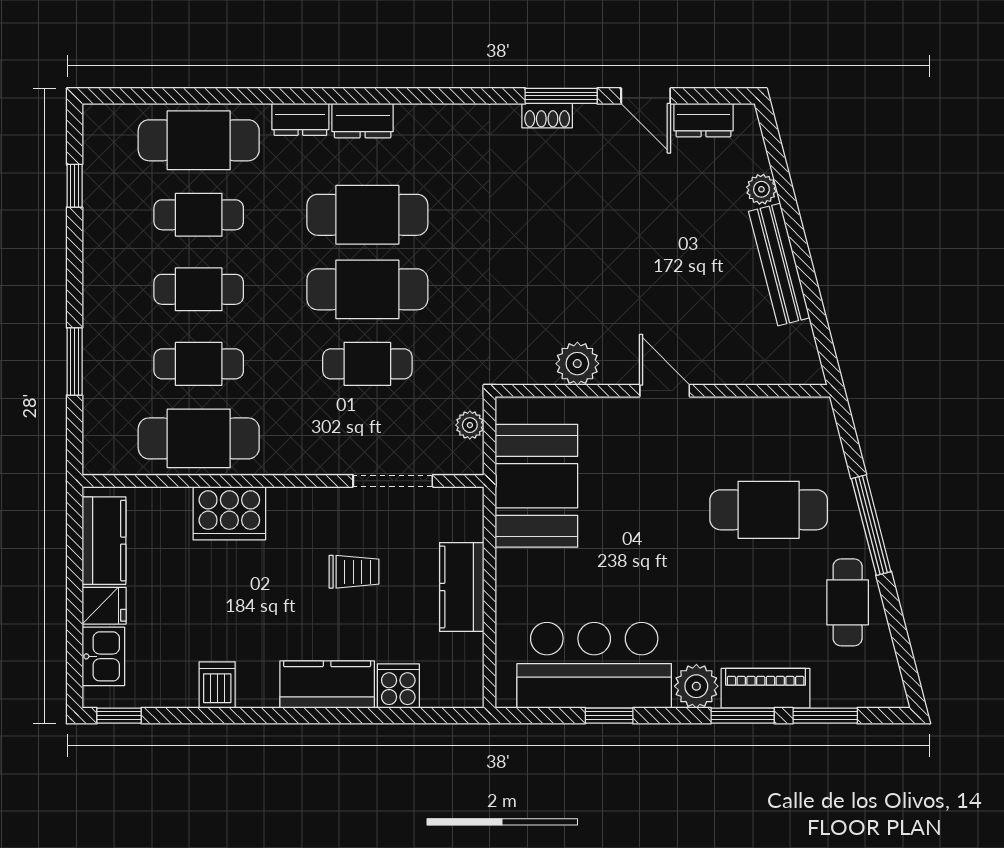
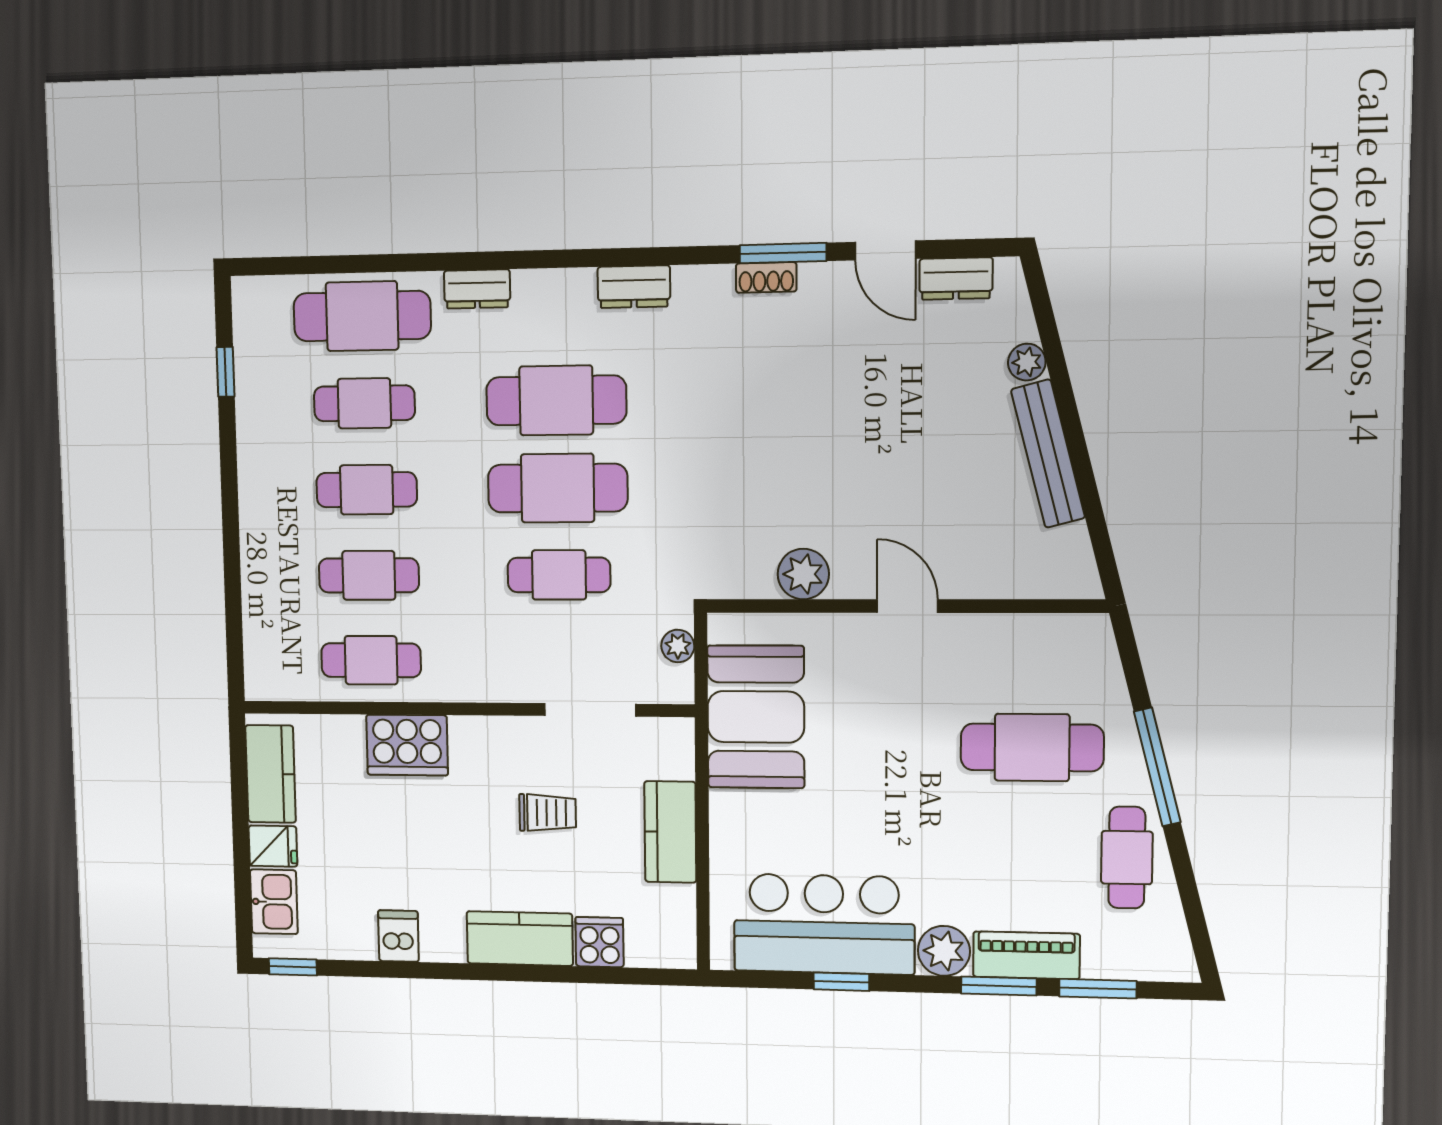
dresser: (363, 121) -> (634, 287), moved
window: (75, 362) -> (232, 573), removed
cafe table: (199, 438) -> (371, 660), width x0.73, depth x0.74

